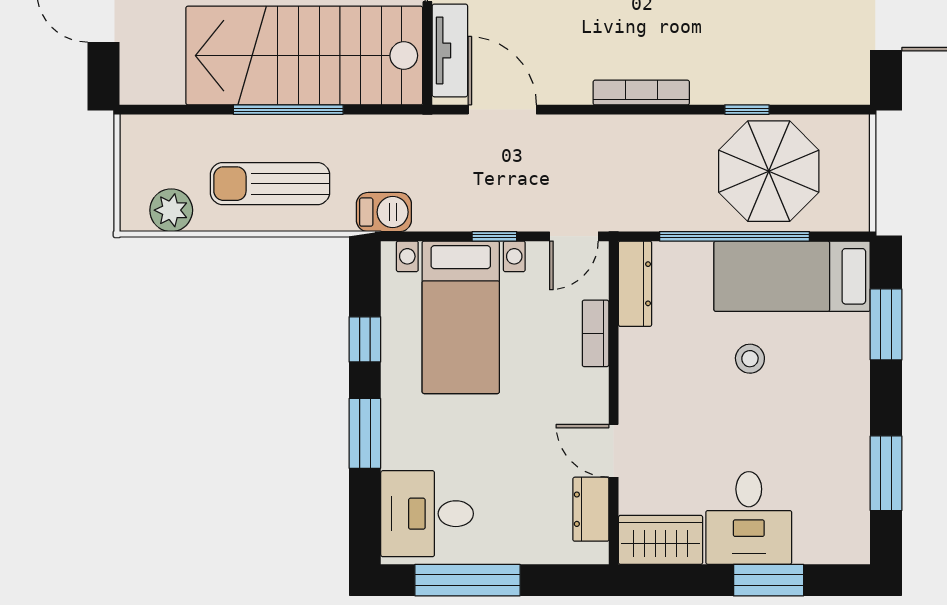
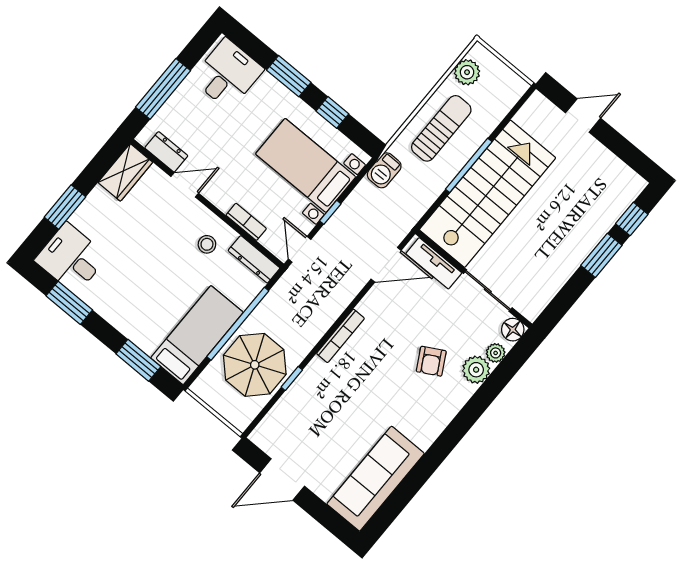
stool: (750, 359) -> (207, 244), moved
desk: (749, 518) -> (71, 258), moved
window: (468, 580) -> (163, 89), moved

